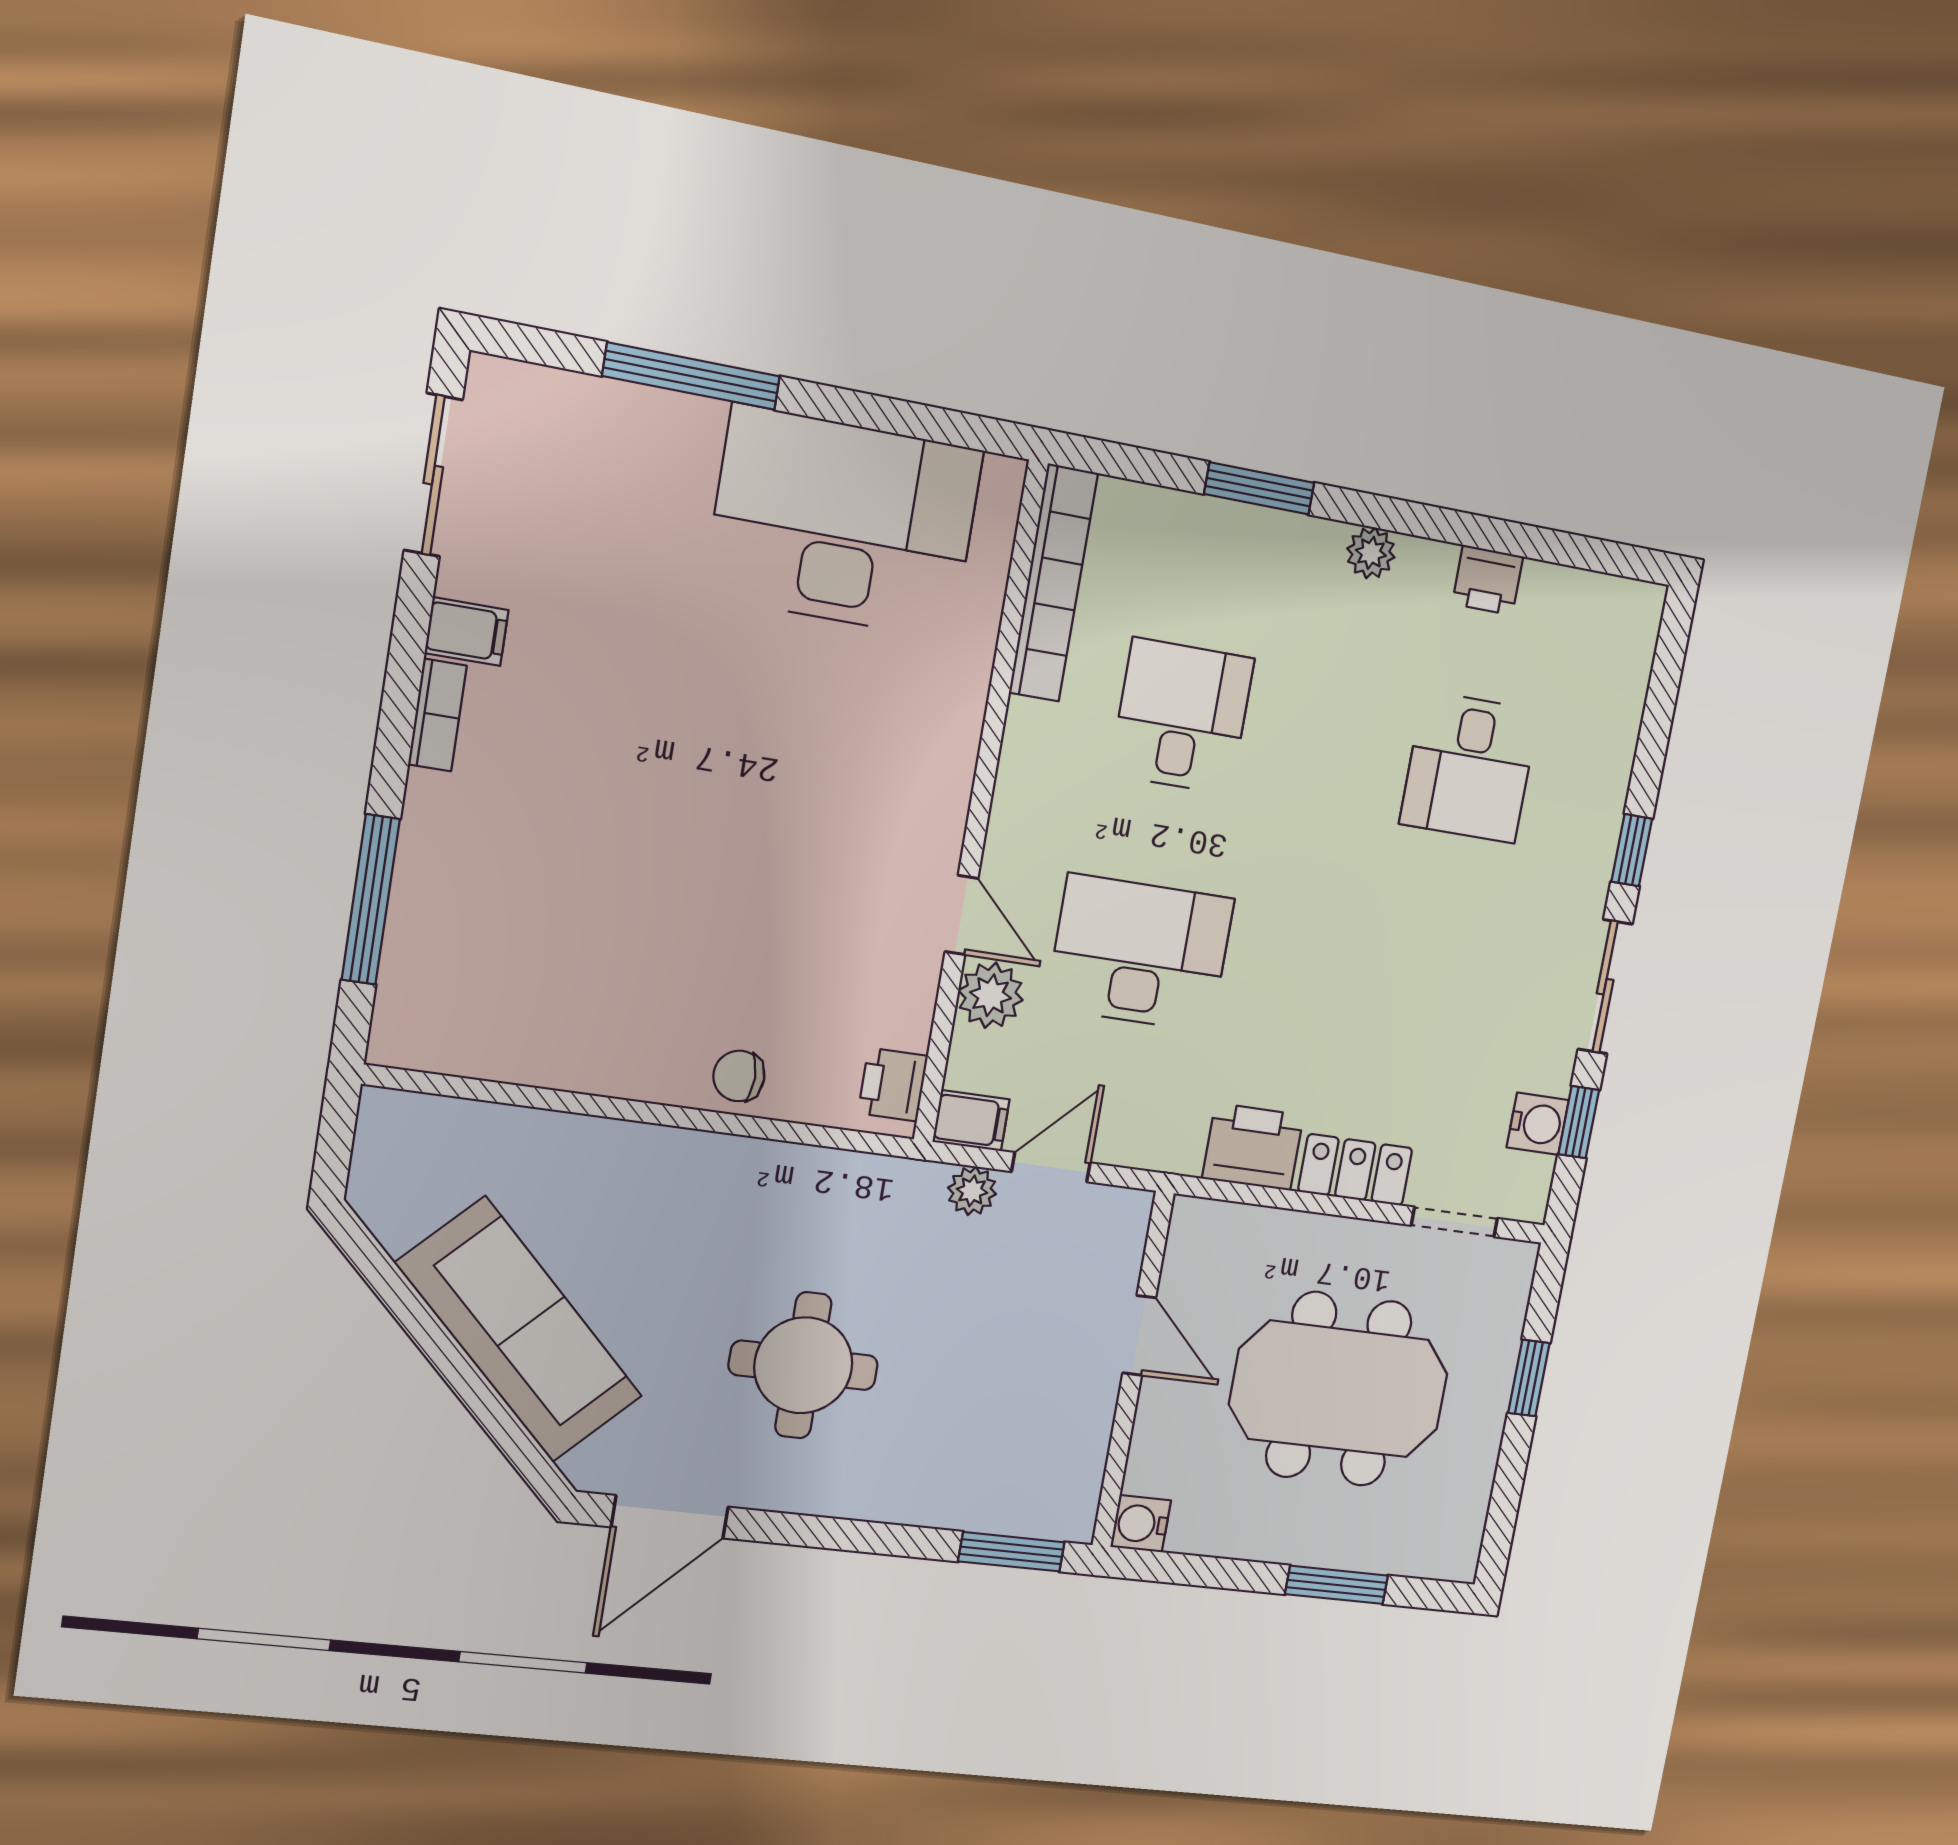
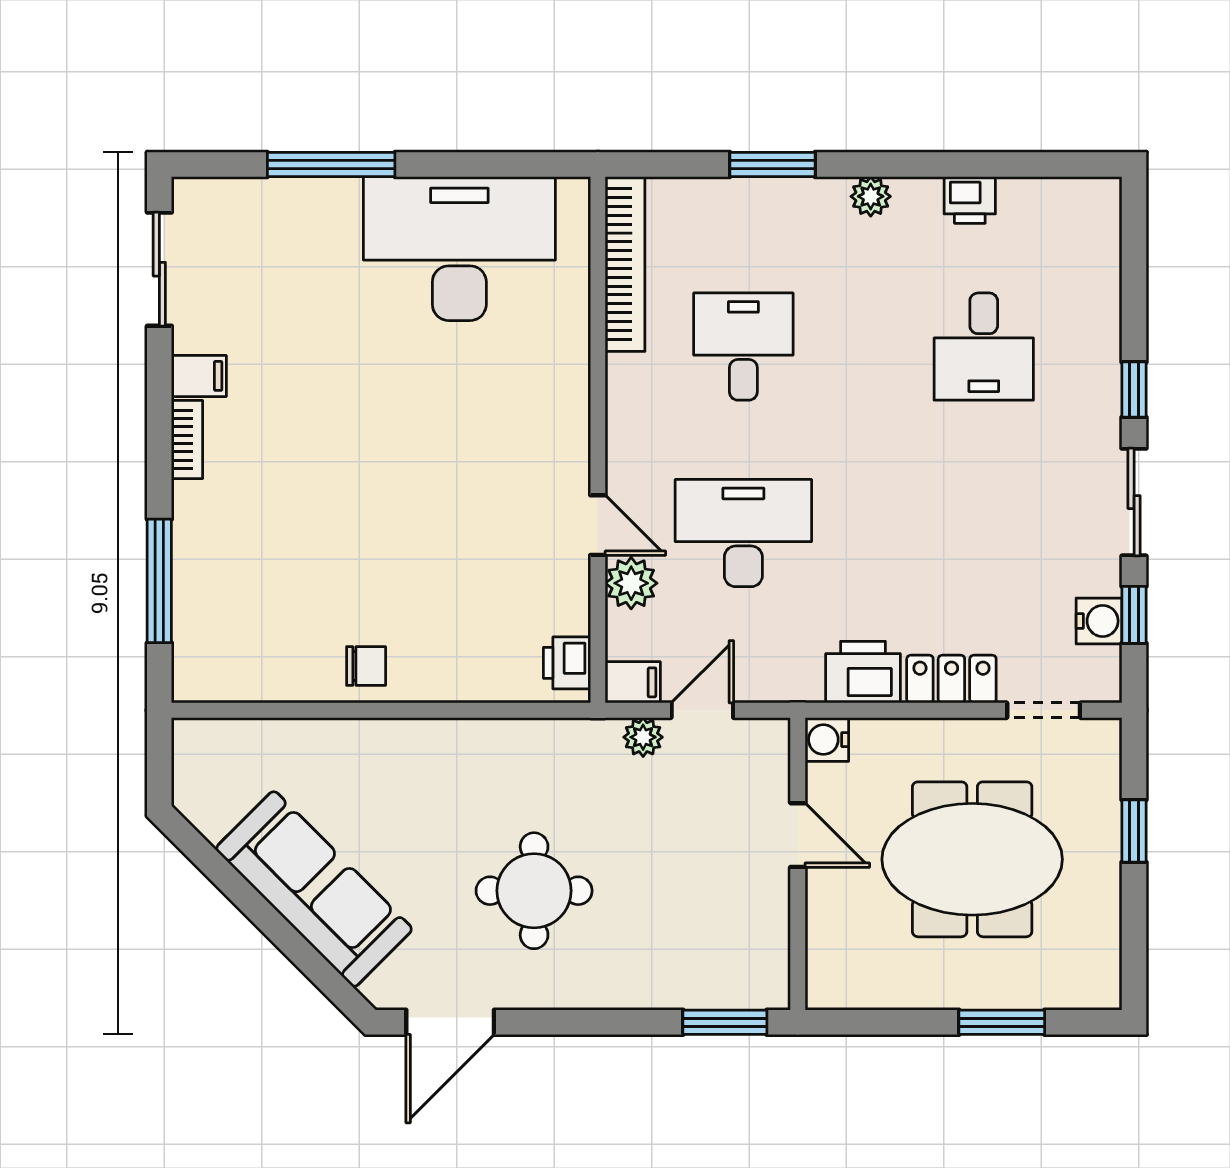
chair: (739, 1076) -> (366, 666), moved, turned 180
water cooler: (1141, 1524) -> (827, 740), moved

